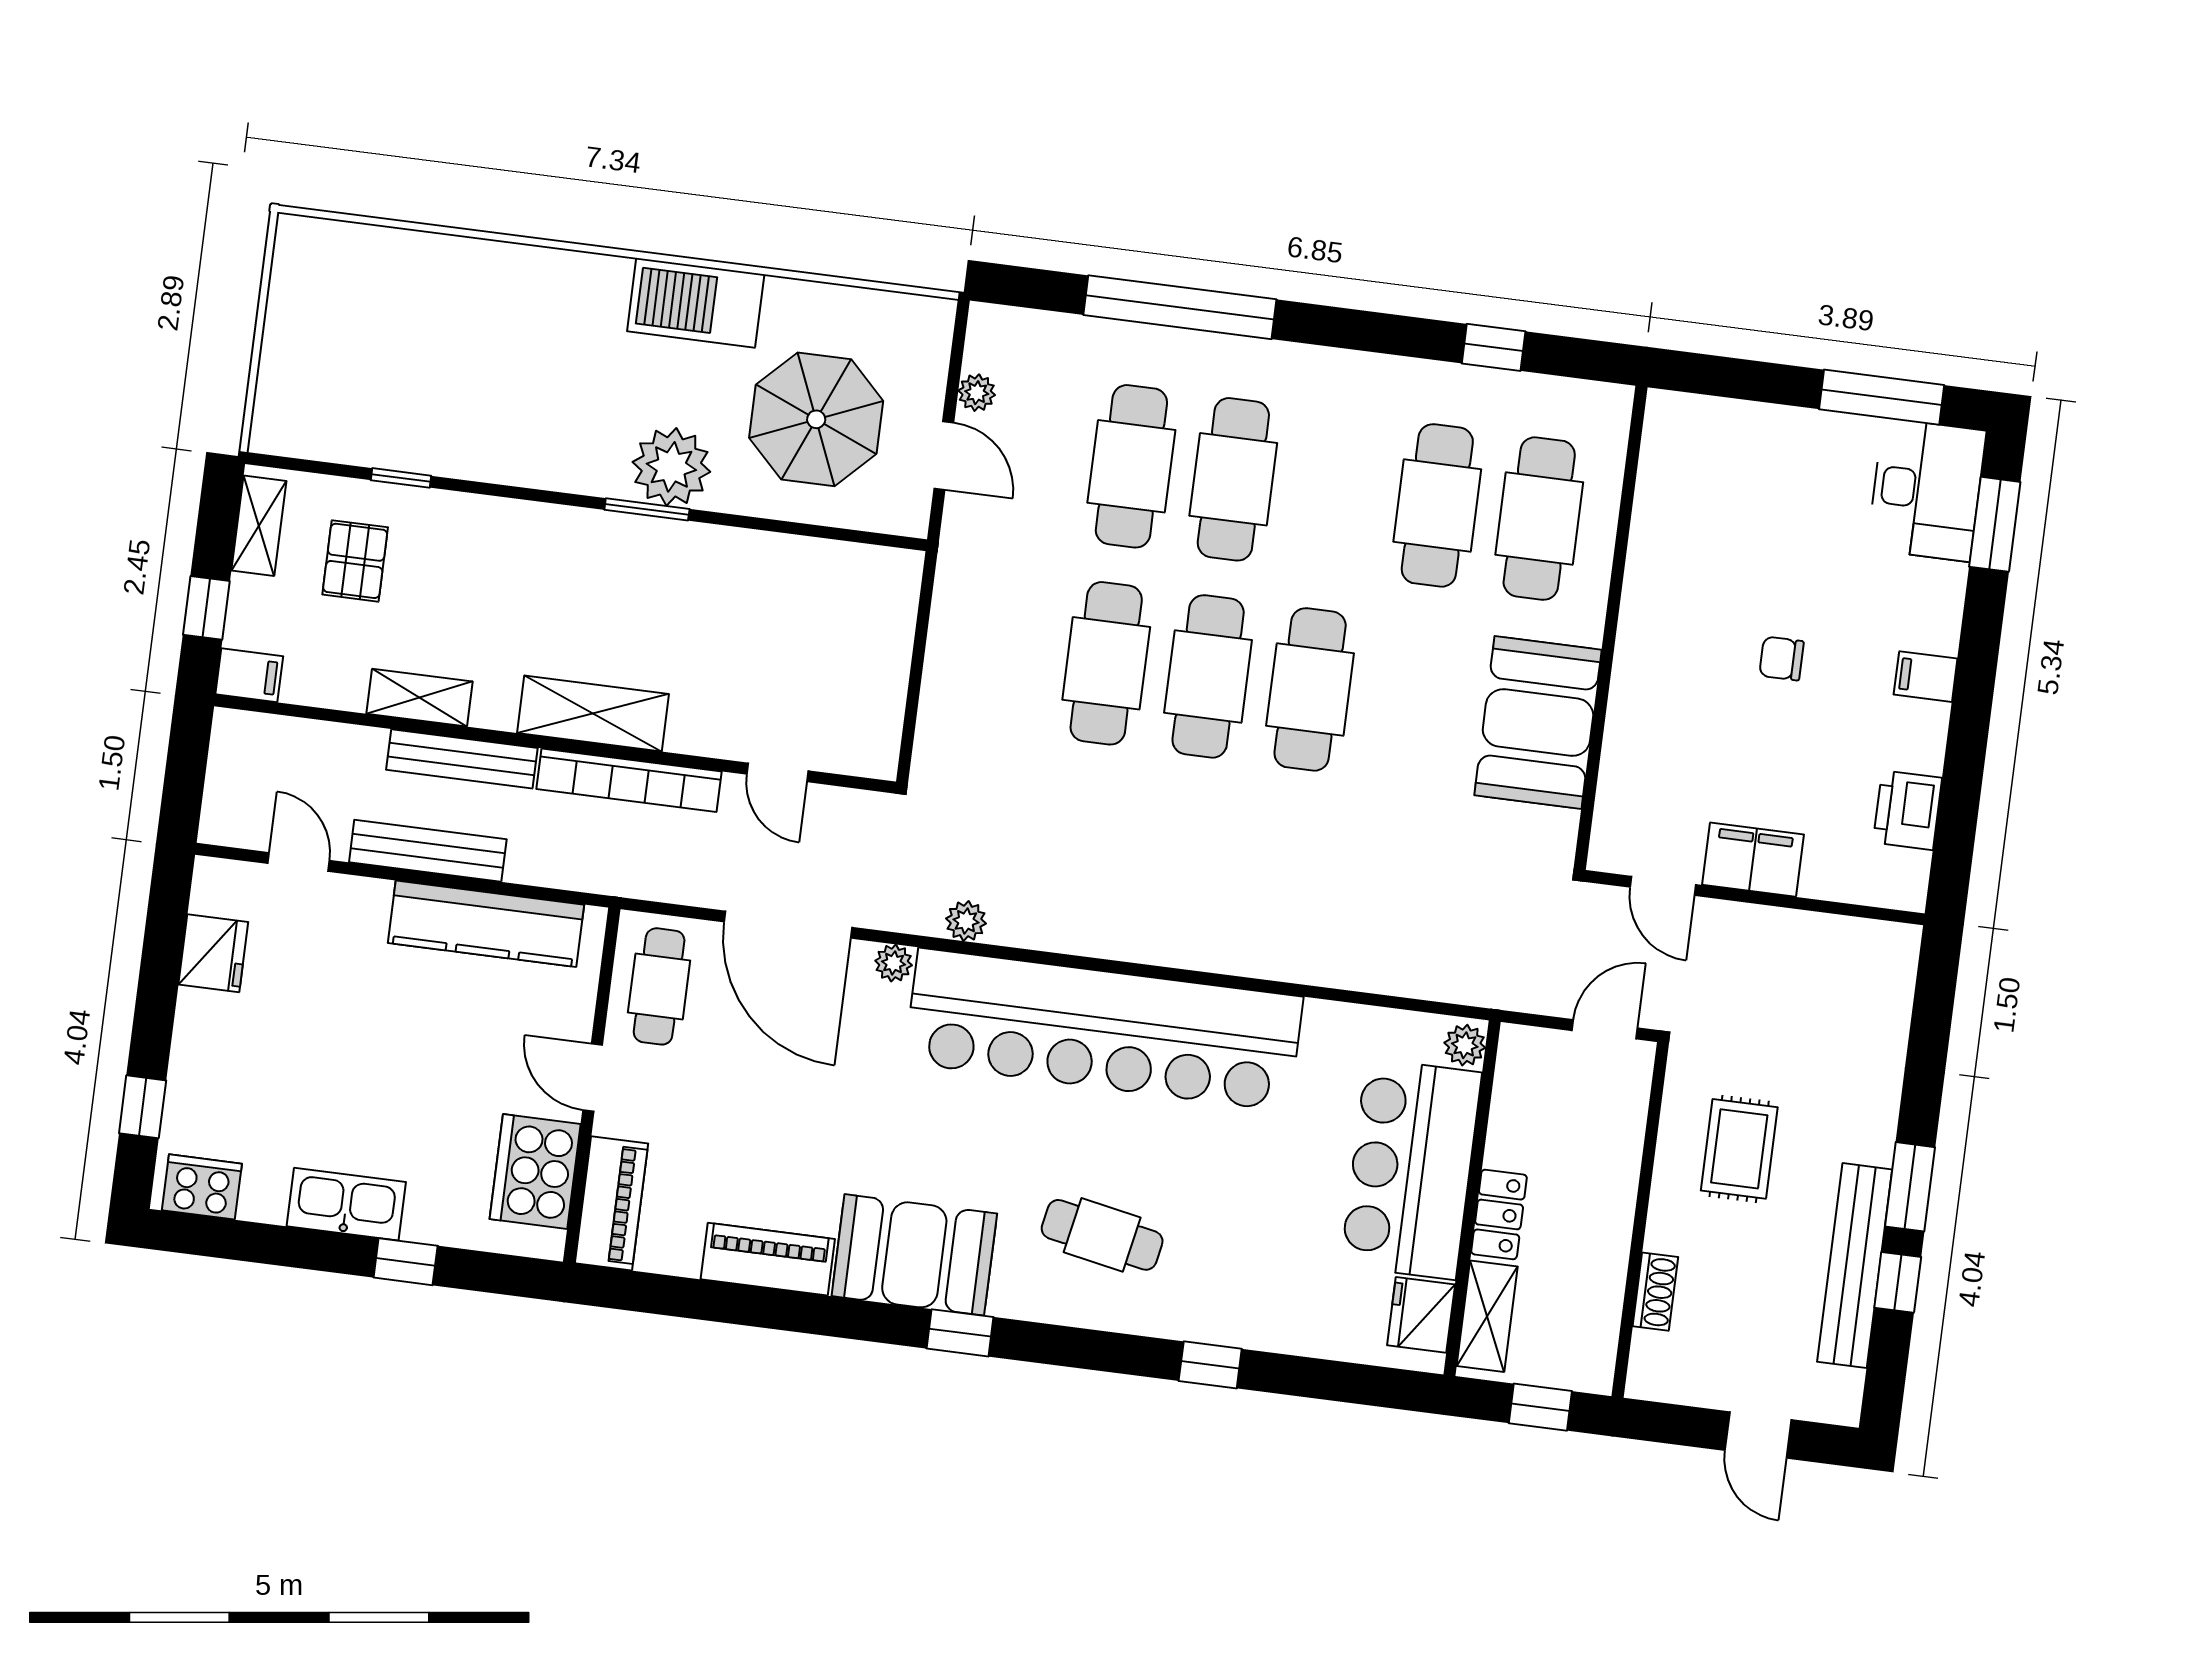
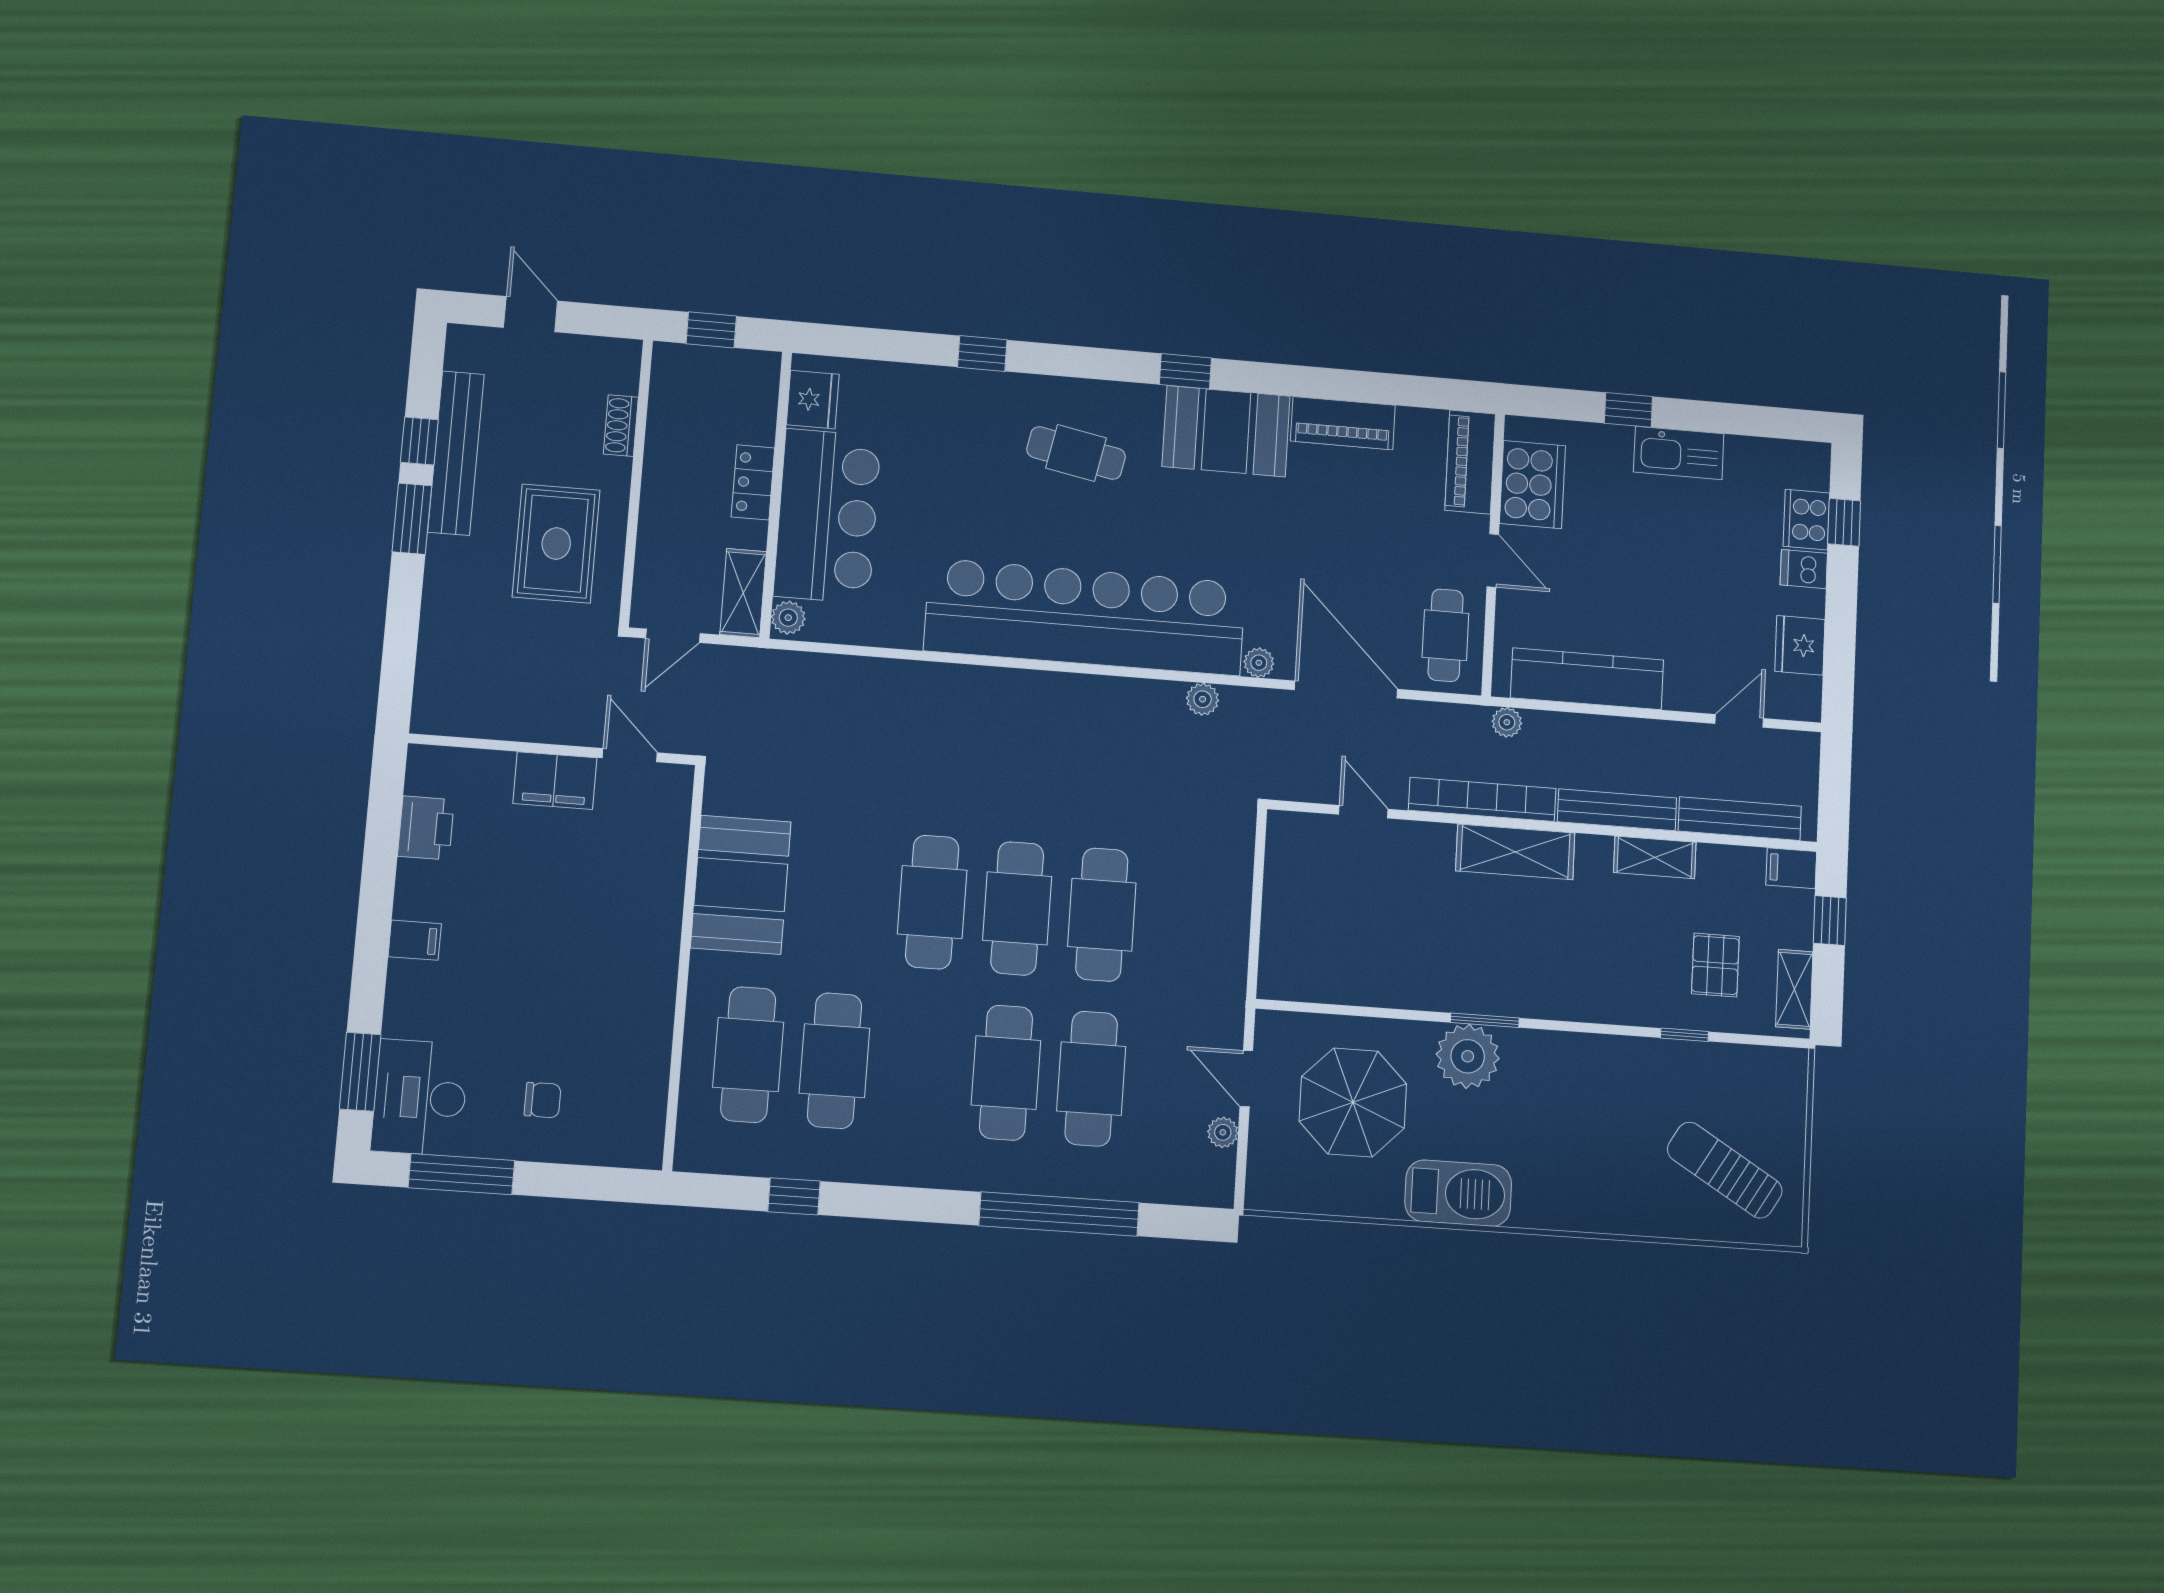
sun lounger: (365, 311) -> (1725, 1170), added
chair: (1782, 658) -> (543, 1100), moved
bench: (428, 851) -> (1740, 819), moved
door: (299, 862) -> (1739, 721), swing flipped
plant: (591, 874) -> (1507, 722), added
dishwasher: (200, 1050) -> (1804, 569), added
rug: (1739, 1149) -> (556, 543), width x1.36, depth x1.43
cooker: (202, 1187) -> (1806, 520), moved, turned 90
shelving: (1487, 1316) -> (743, 593), moved

